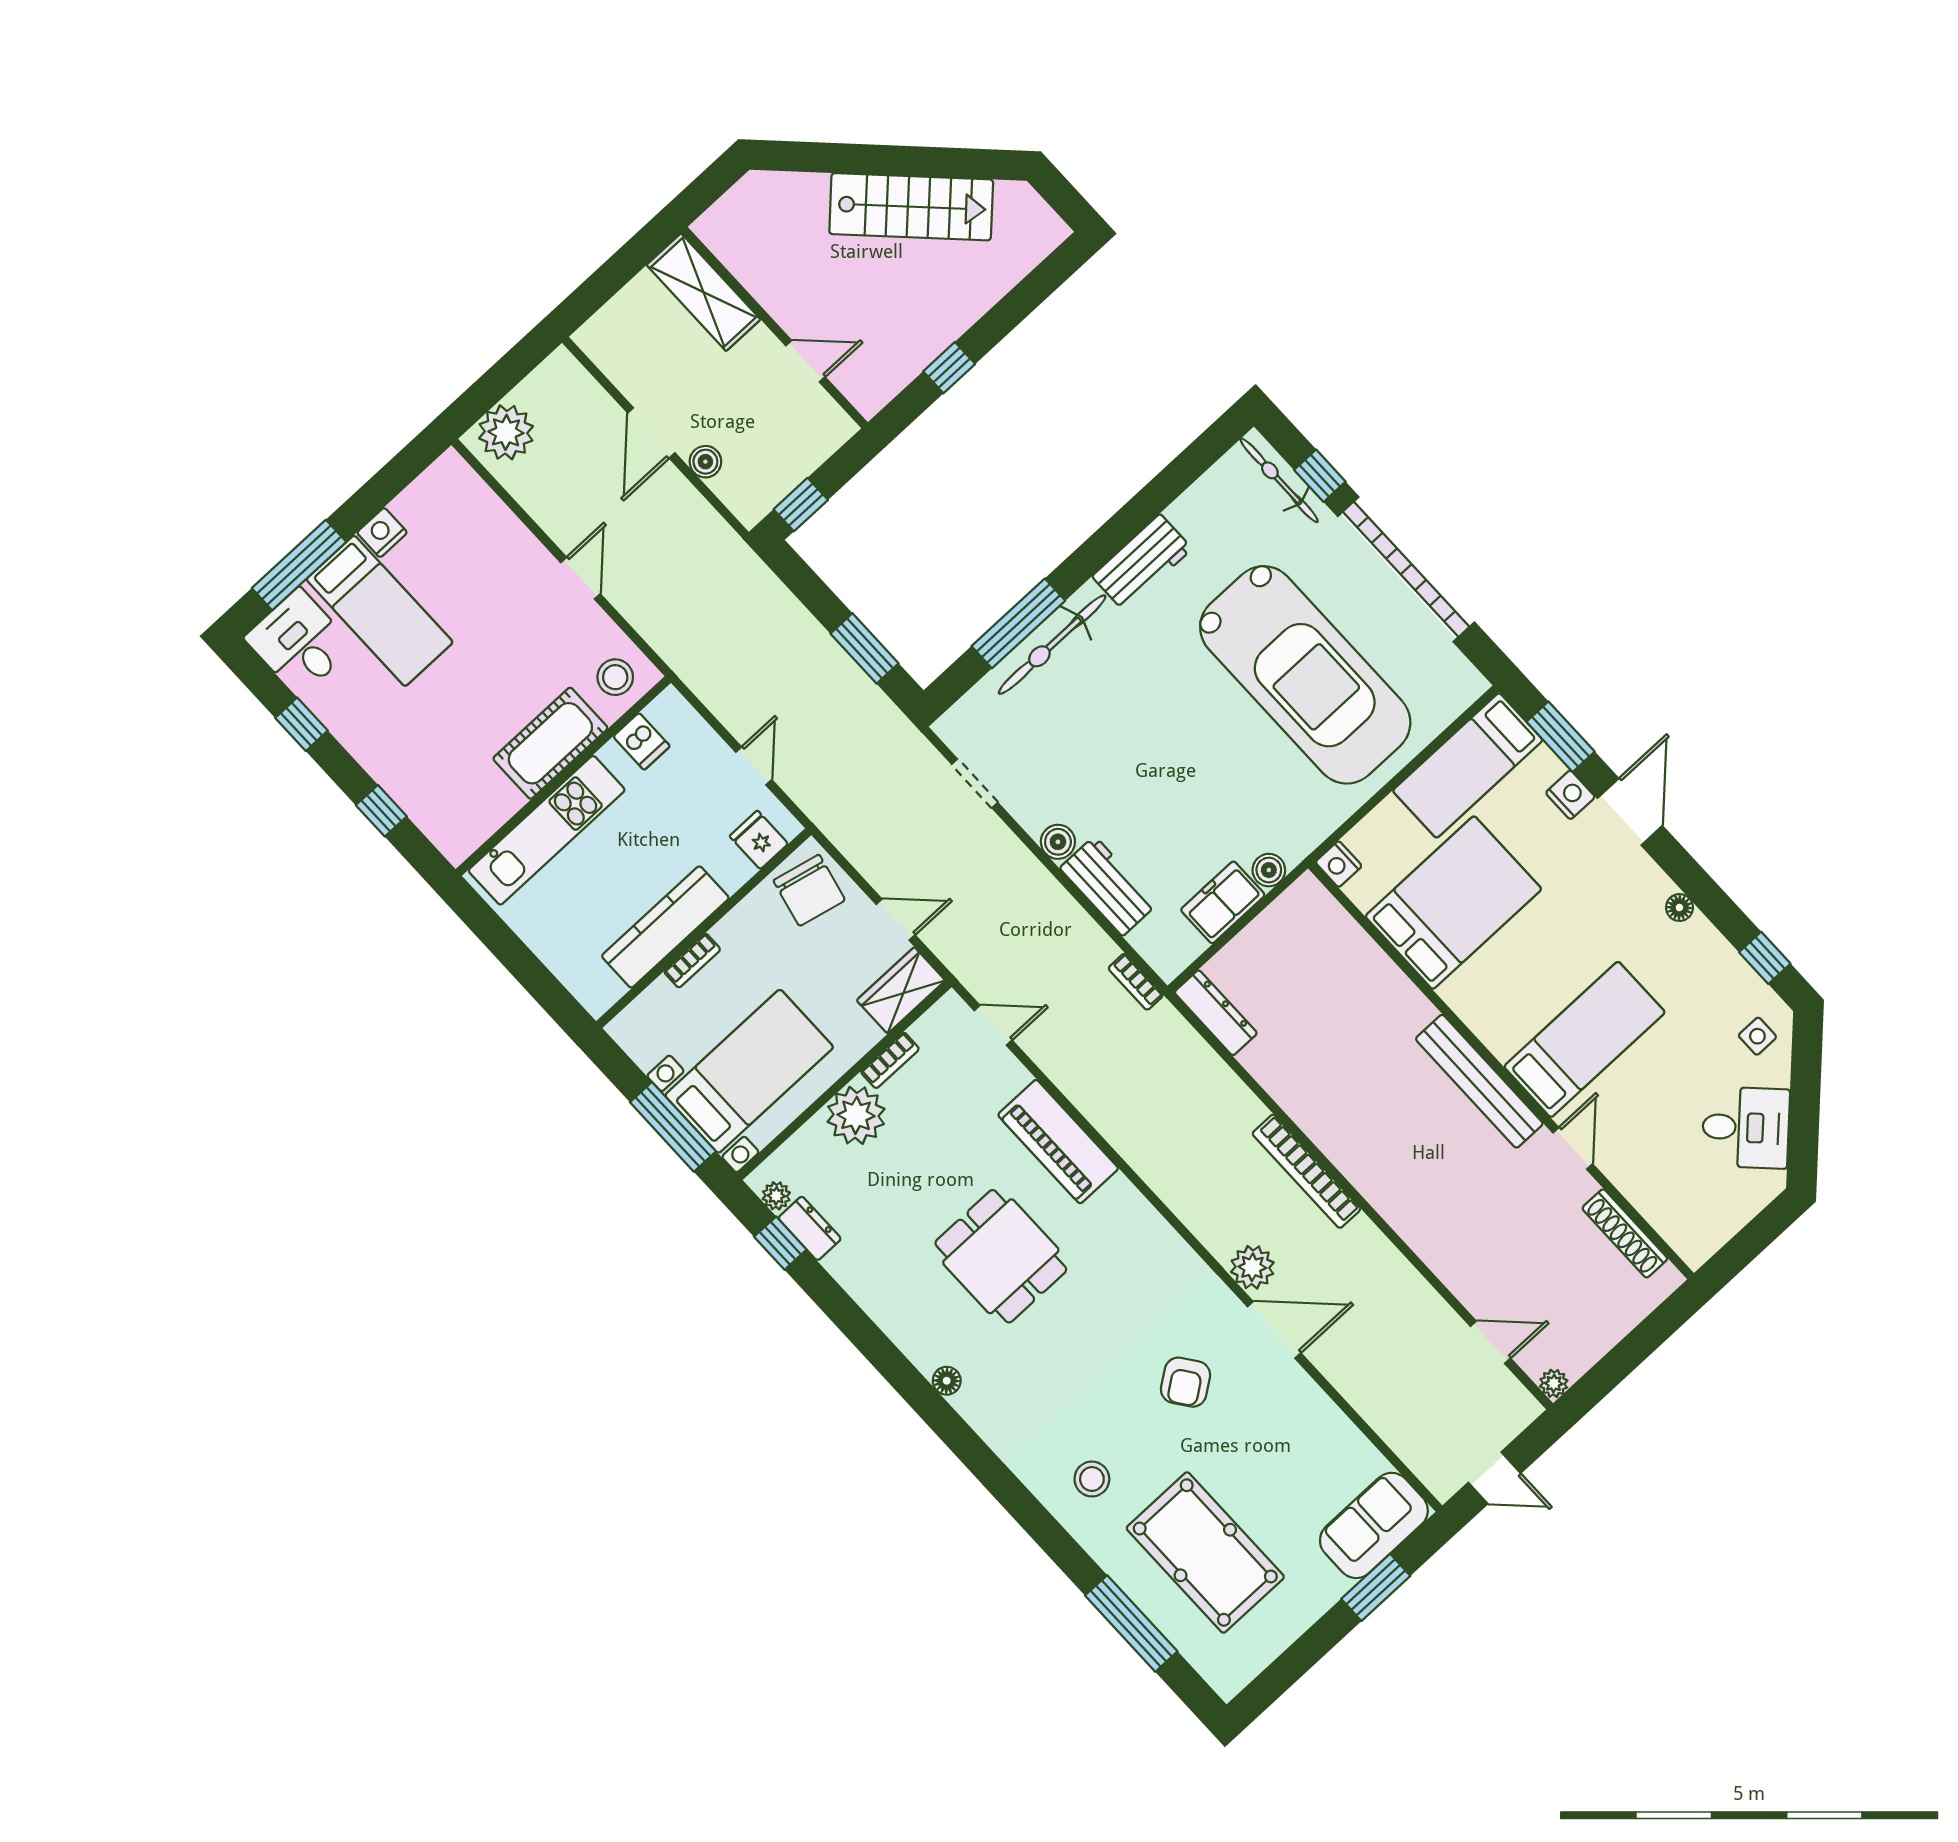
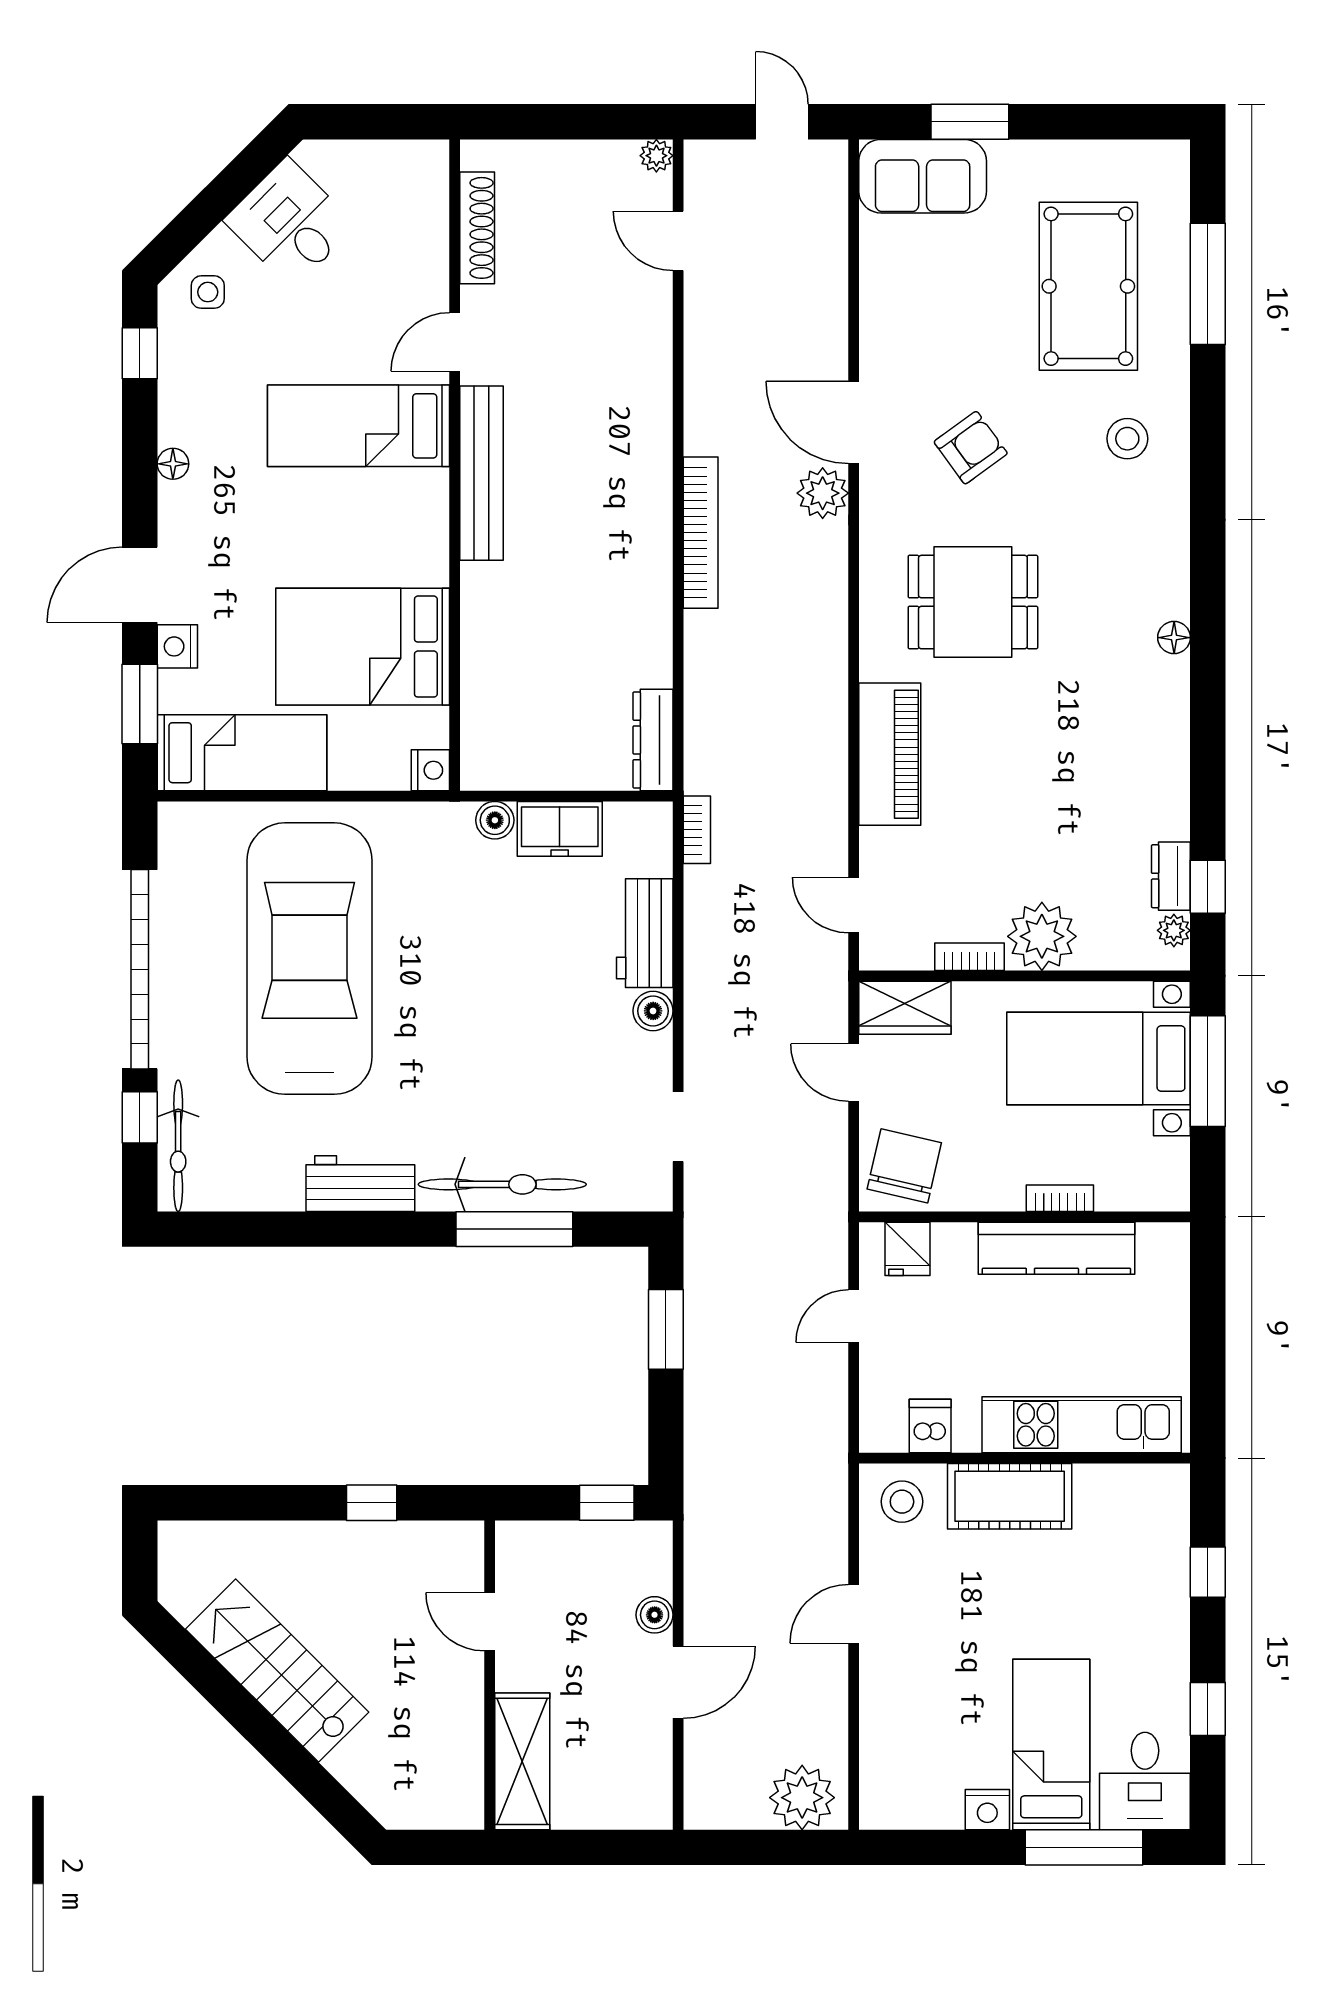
dining table: (1001, 1256) -> (973, 602), moved, turned 90

